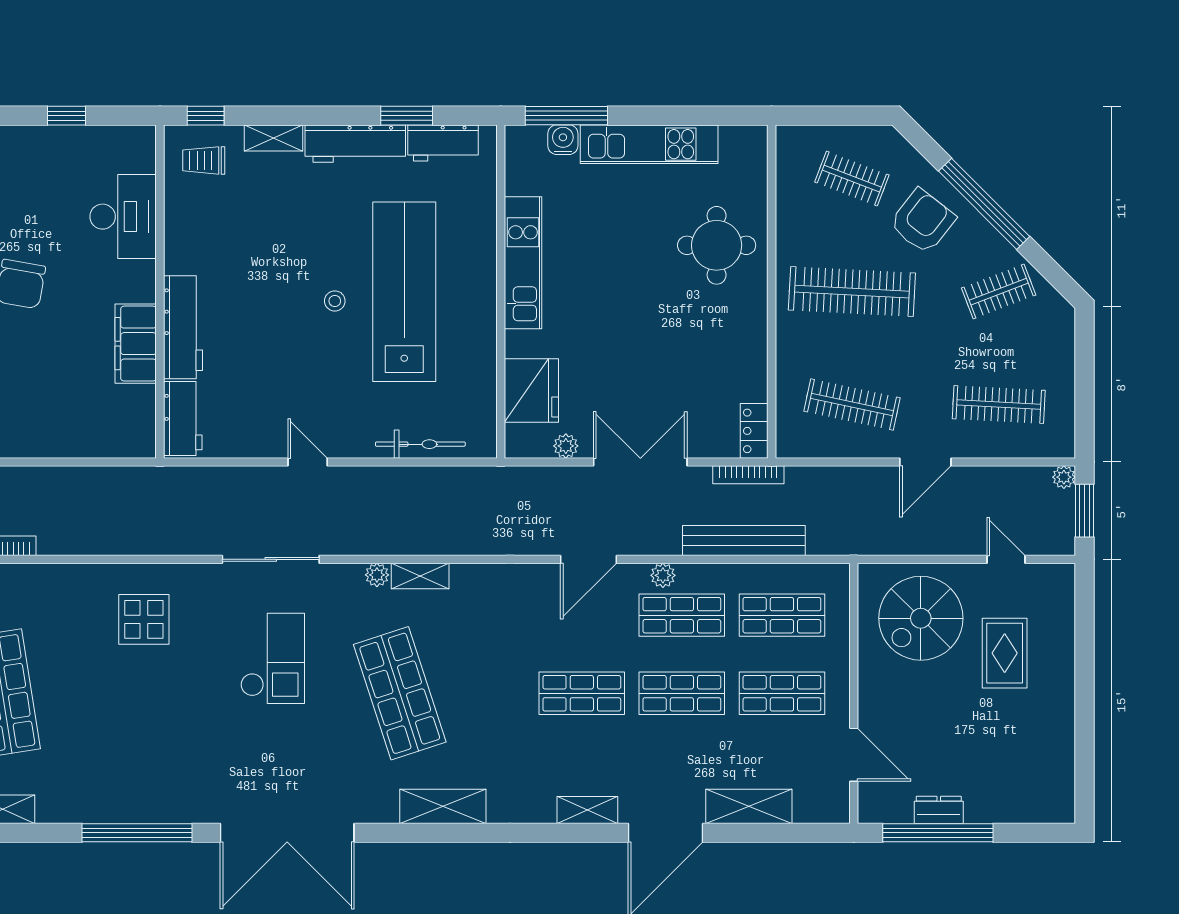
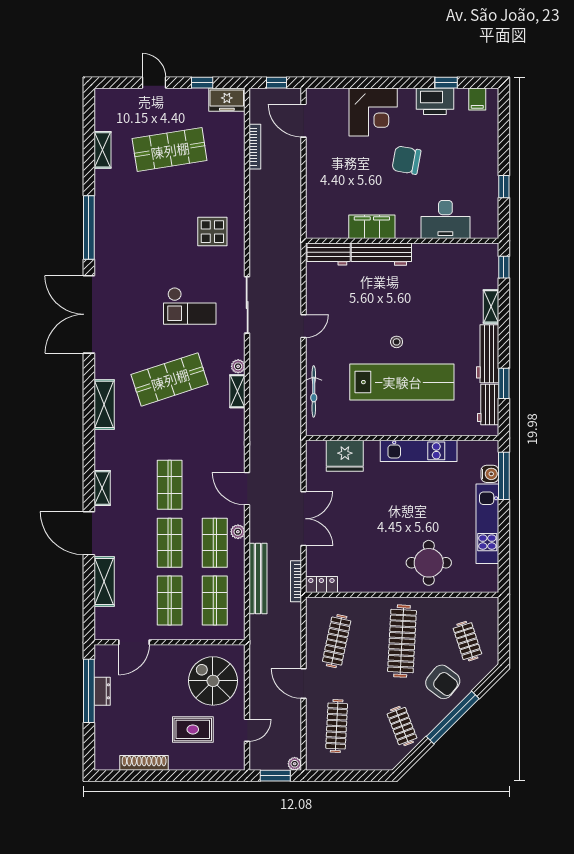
trolley: (204, 160) -> (478, 266), removed
clothes rail: (852, 179) -> (467, 641), turned -39
plant: (566, 446) -> (313, 476), removed
shoe rack: (1063, 737) -> (144, 763), added

